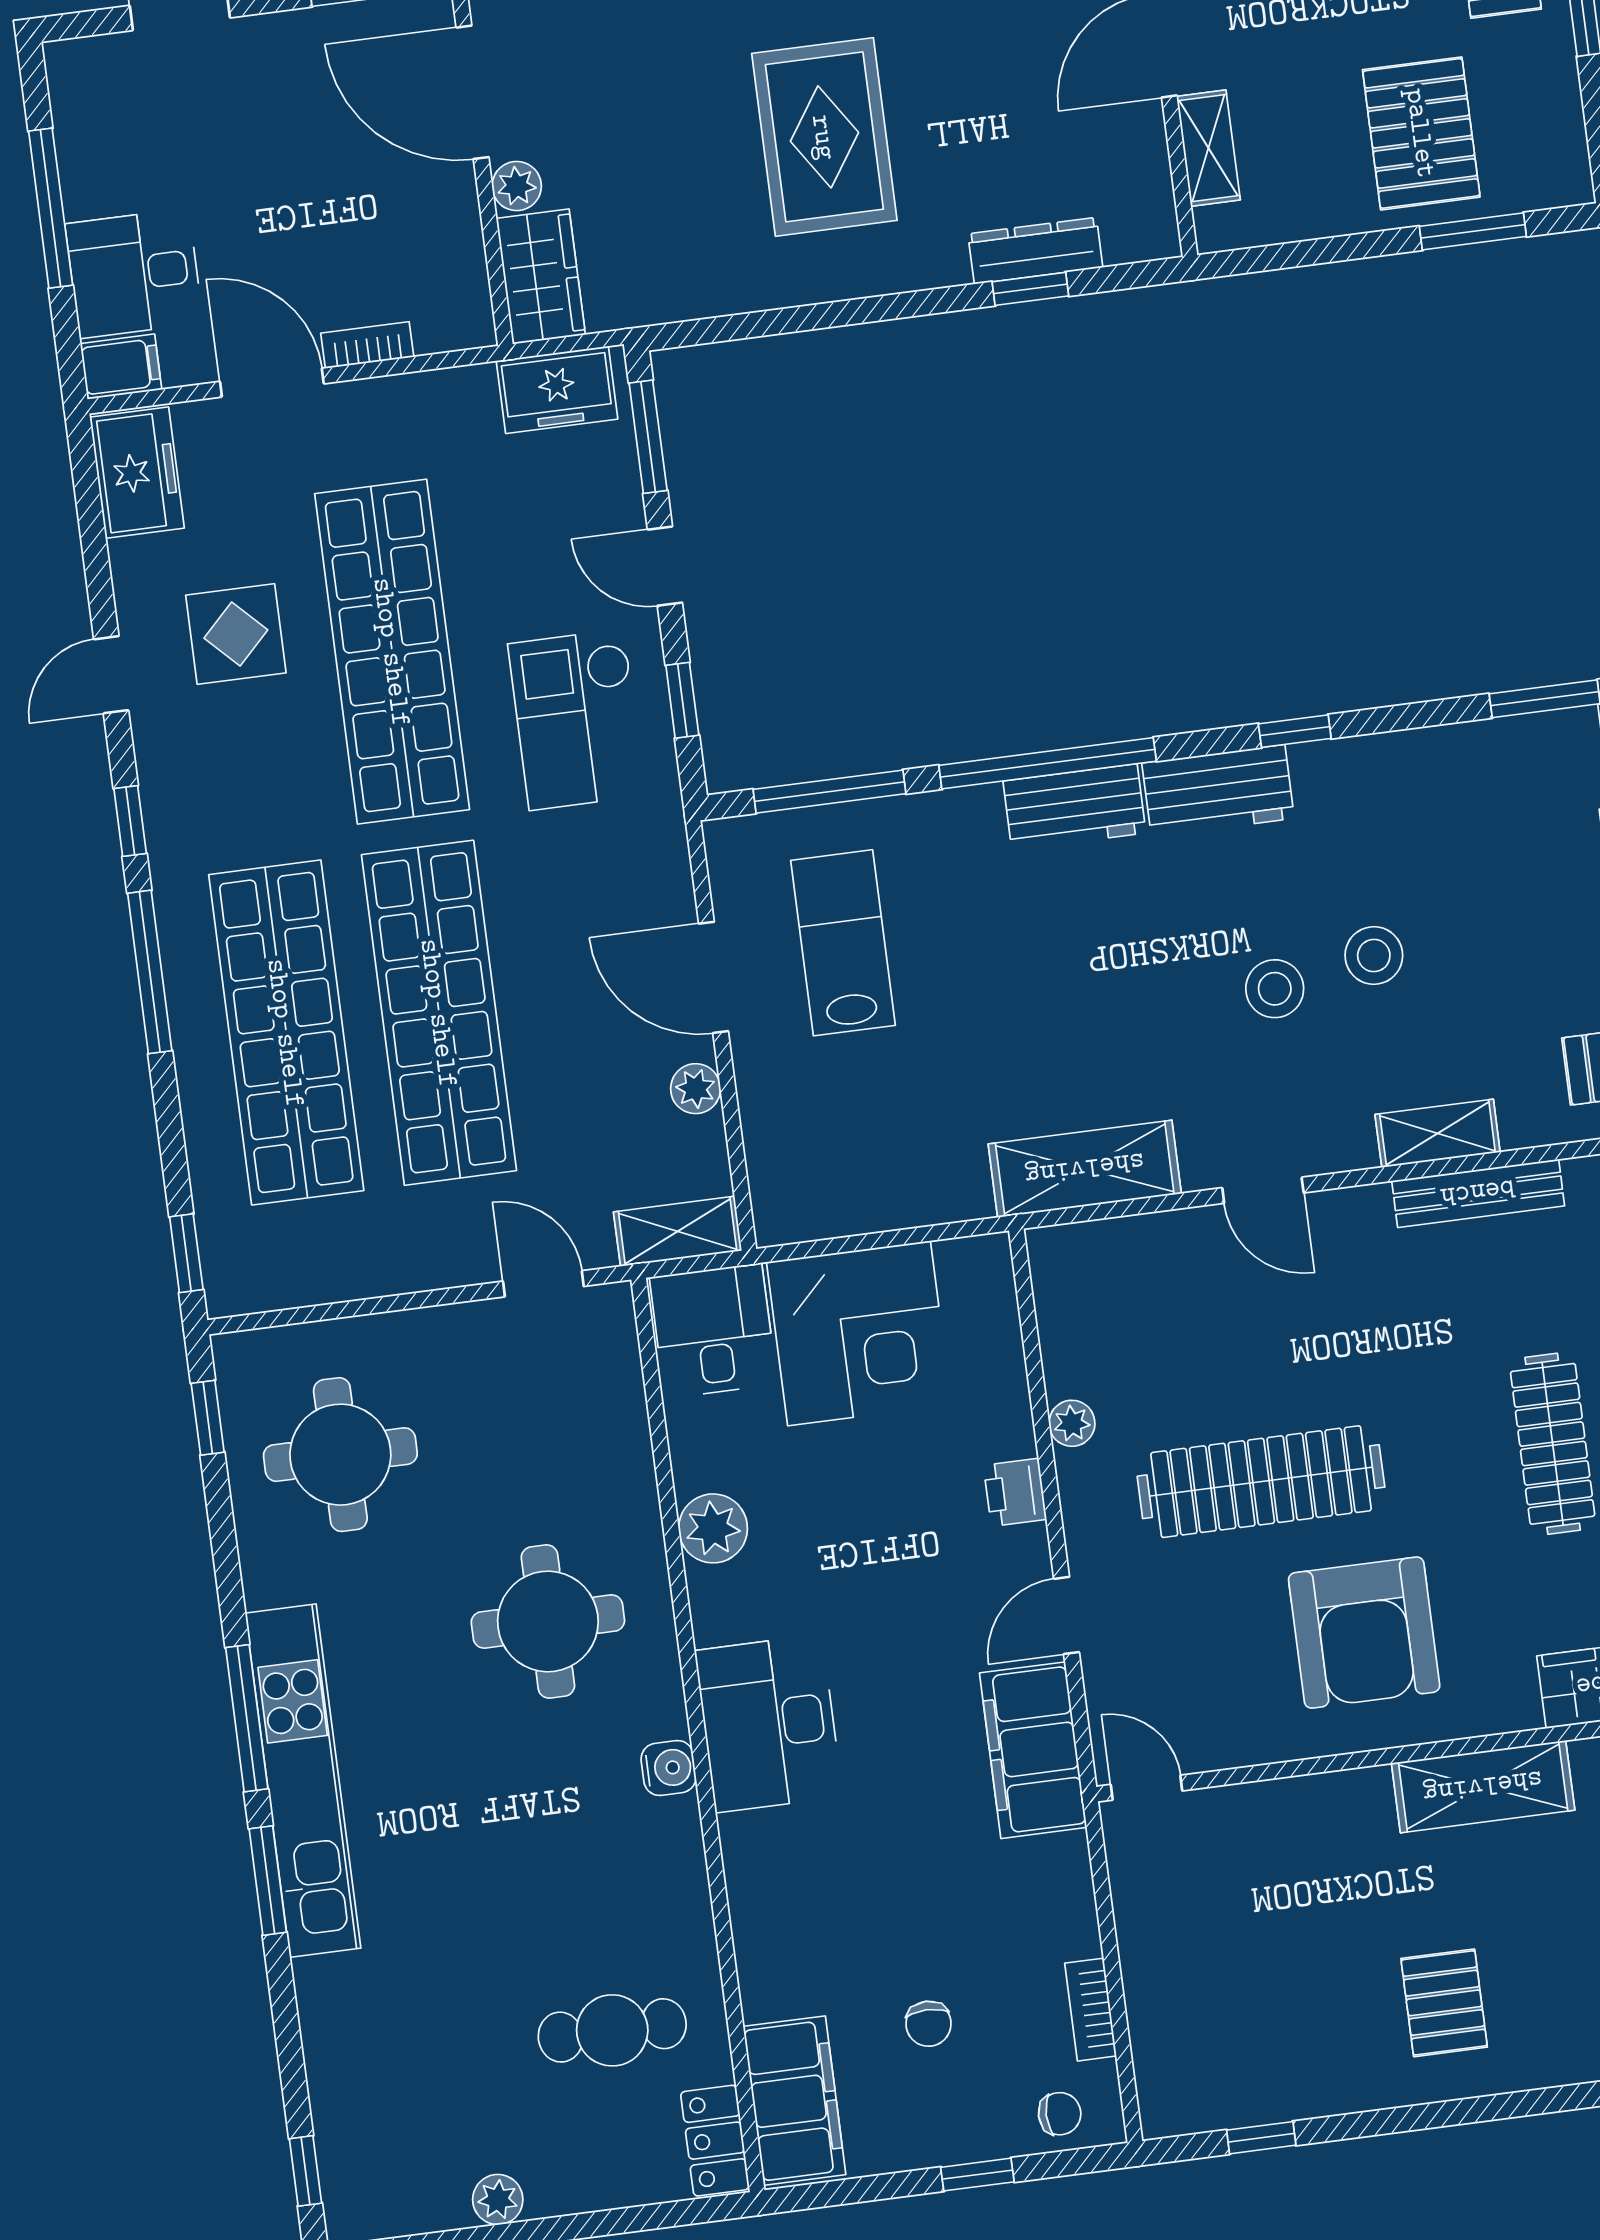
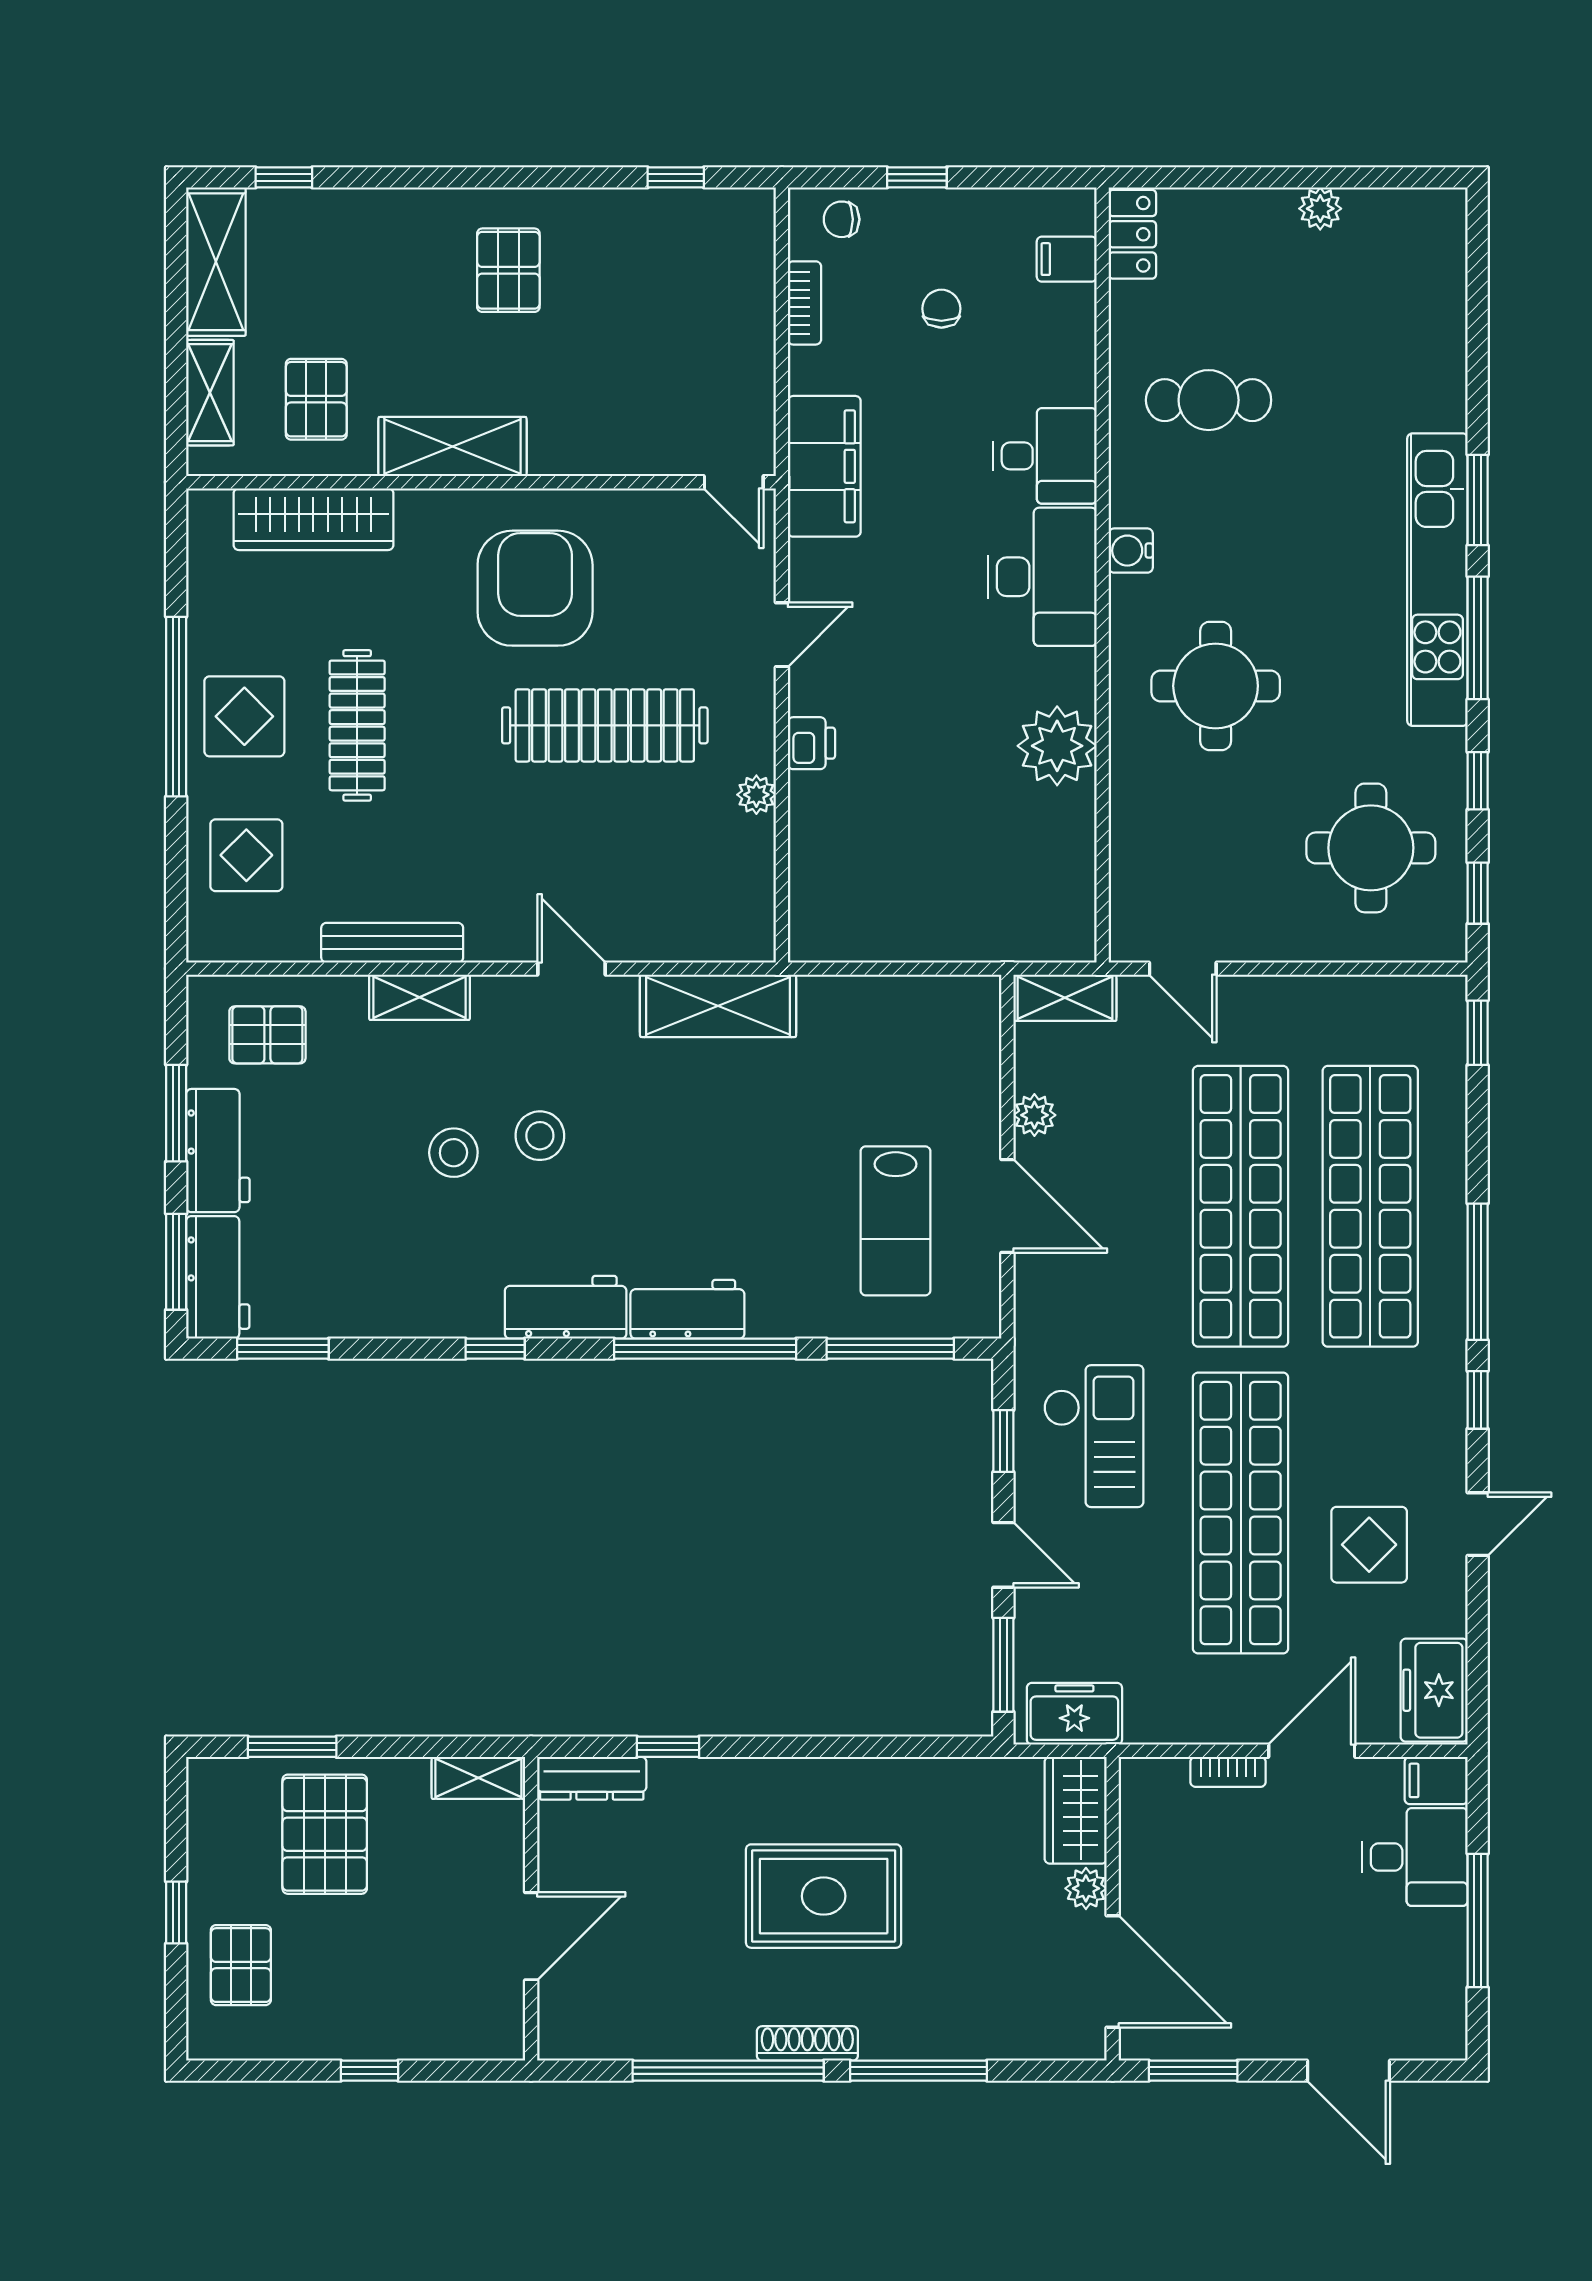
rug: (824, 137) -> (824, 1896), turned 90
shelving: (1208, 148) -> (478, 1778), moved, turned 90
dresser: (1035, 251) -> (592, 1778), moved
door: (272, 383) -> (1312, 1751), swing flipped
desk: (713, 1331) -> (1045, 456), moved, turned -90
corner desk: (859, 1333) -> (924, 893), removed
plant: (713, 1528) -> (1057, 746), width x1.36, depth x1.36
filing cabinet: (1033, 1750) -> (824, 466), moved
cafe table: (612, 2030) -> (1209, 400), moved
filing cabinet: (794, 2101) -> (1067, 259), width x0.33, depth x0.86
window: (305, 2171) -> (1478, 781), moved

